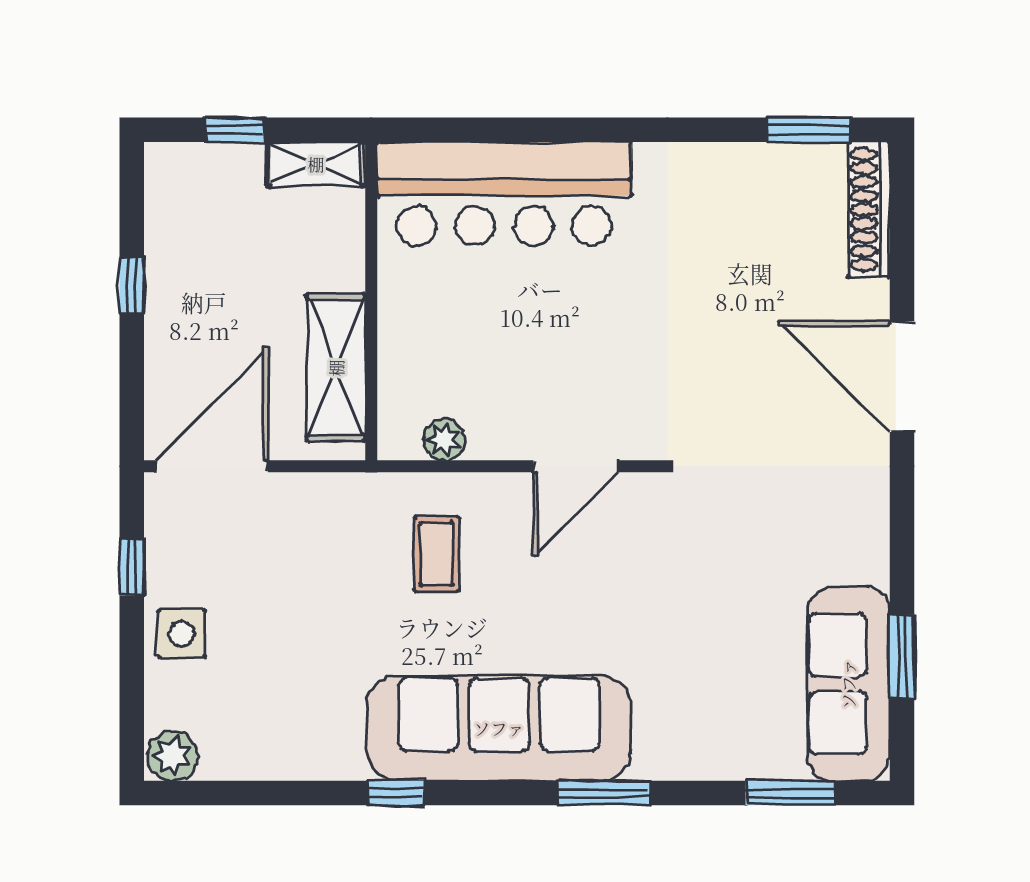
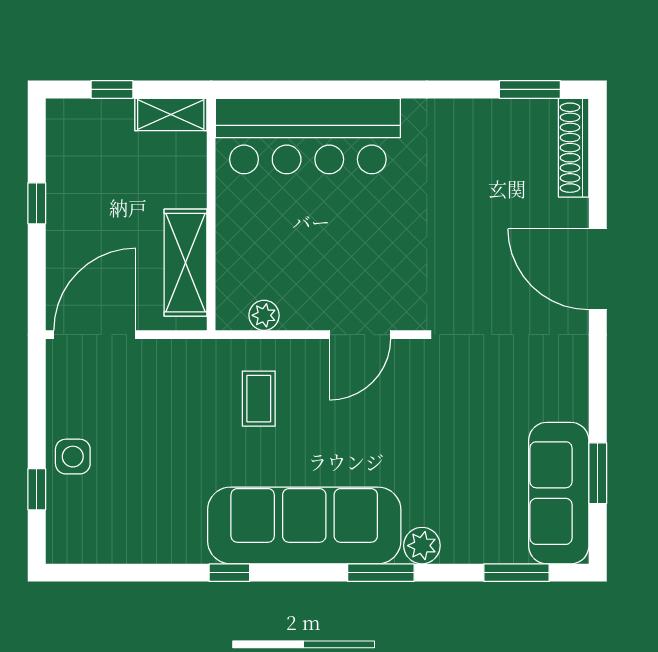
window: (132, 567) -> (37, 489), moved
plant: (173, 756) -> (422, 546), moved

